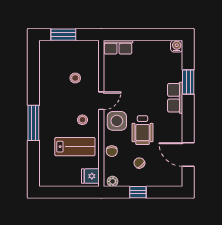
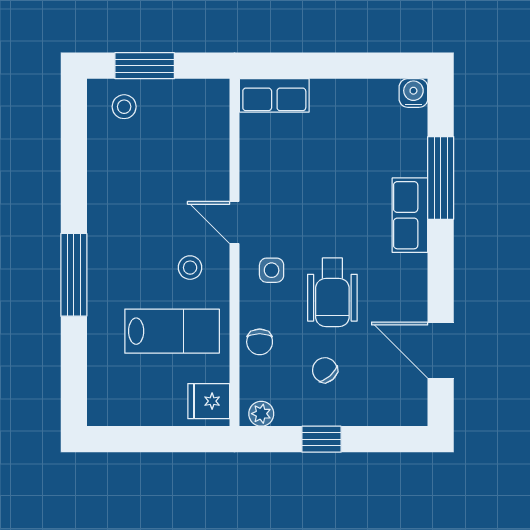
stool: (75, 78) -> (124, 107), moved
window: (188, 82) -> (441, 178), width x1.44
door: (101, 101) -> (235, 223), swing flipped
side table: (117, 121) -> (272, 270), width x0.54, depth x0.54

